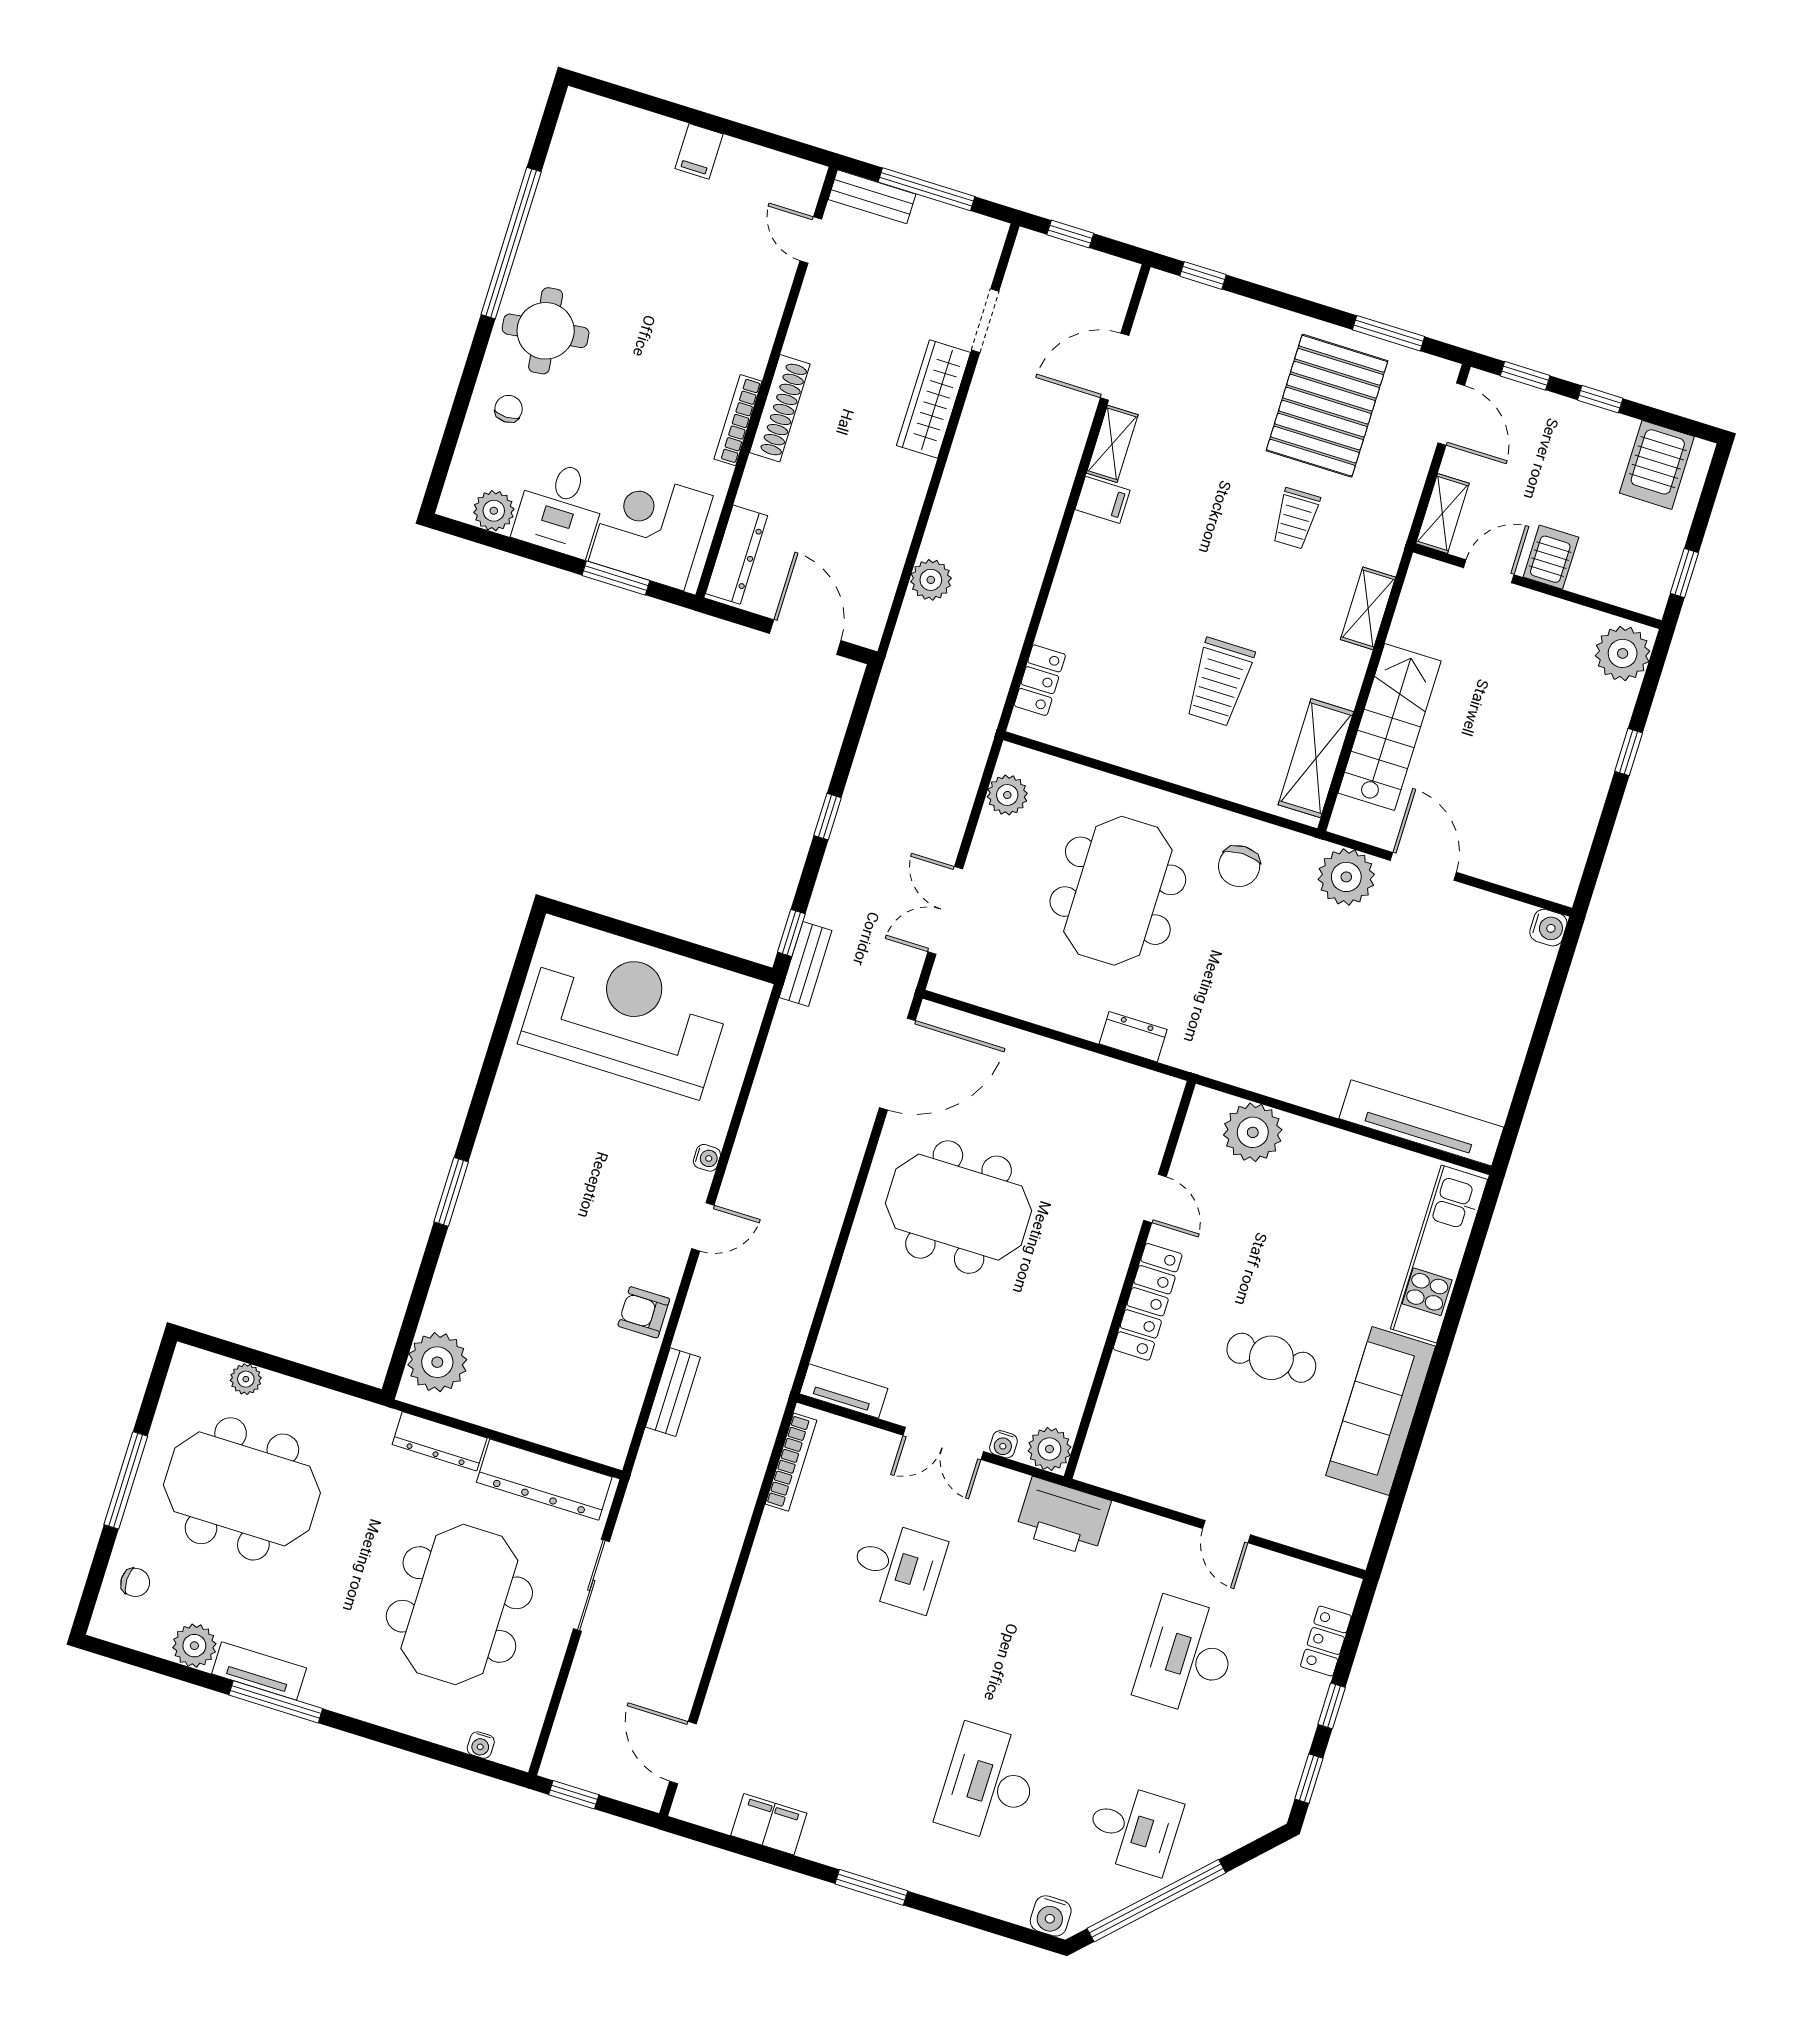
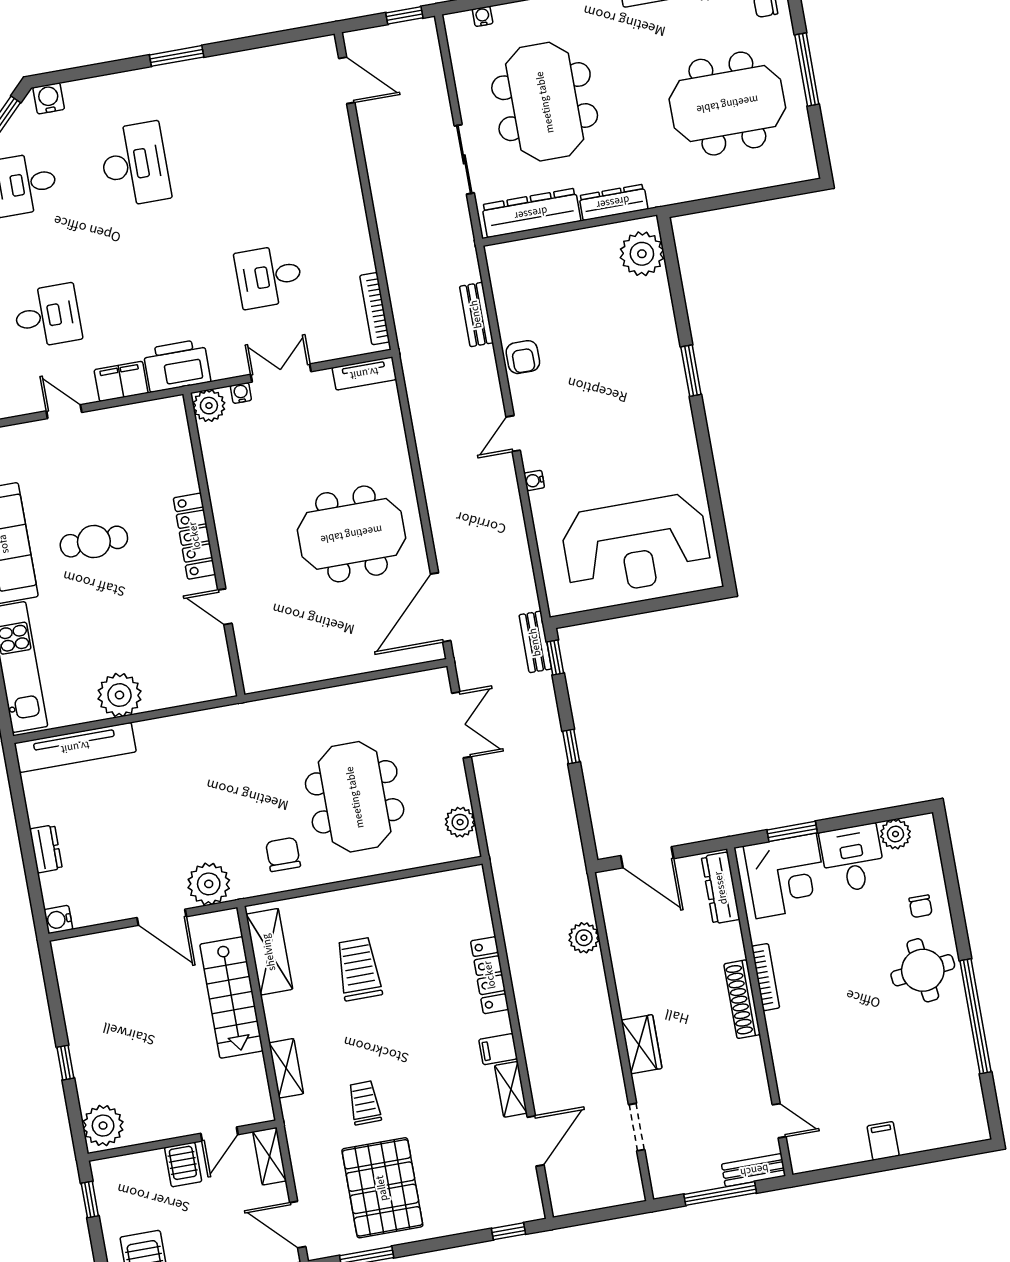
window: (1070, 234) -> (610, 1213), removed
wardrobe: (934, 399) -> (641, 1044), width x0.67
locker: (1040, 680) -> (490, 975), moved, width x1.53
dresser: (1133, 1037) -> (46, 849), moved, turned -90
plant: (1253, 1132) -> (119, 695), moved
armchair: (644, 1312) -> (523, 357), turned 90
plant: (246, 1379) -> (762, 177), removed
desk: (1187, 1656) -> (47, 316), width x0.73
filing cabinet: (769, 1824) -> (121, 381), moved, turned 180

